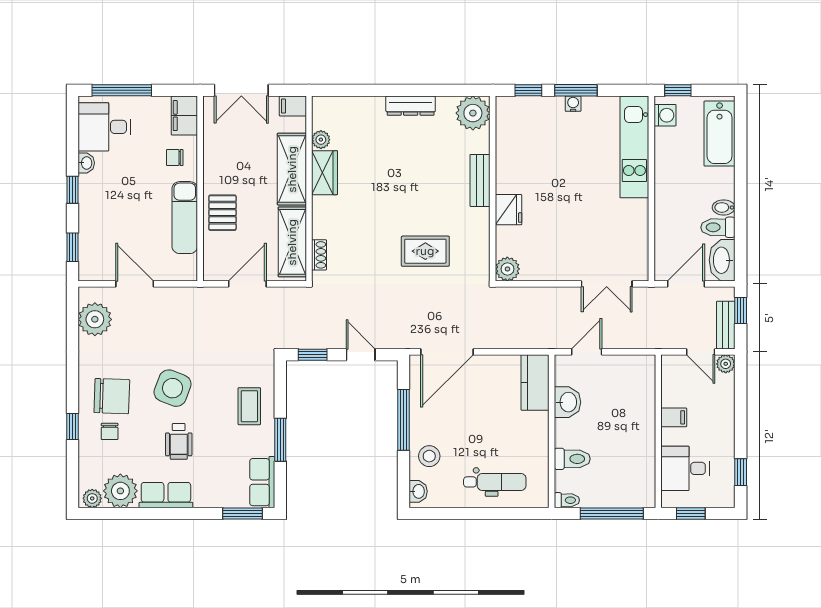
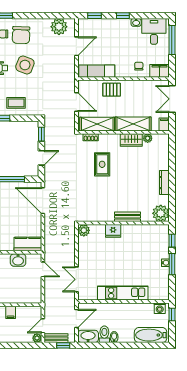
kitchen unit: (634, 147) -> (123, 293), moved
exam couch: (185, 218) -> (97, 71), moved
rug: (425, 251) -> (102, 164), moved
door: (686, 284) -> (76, 318), hinge flipped

